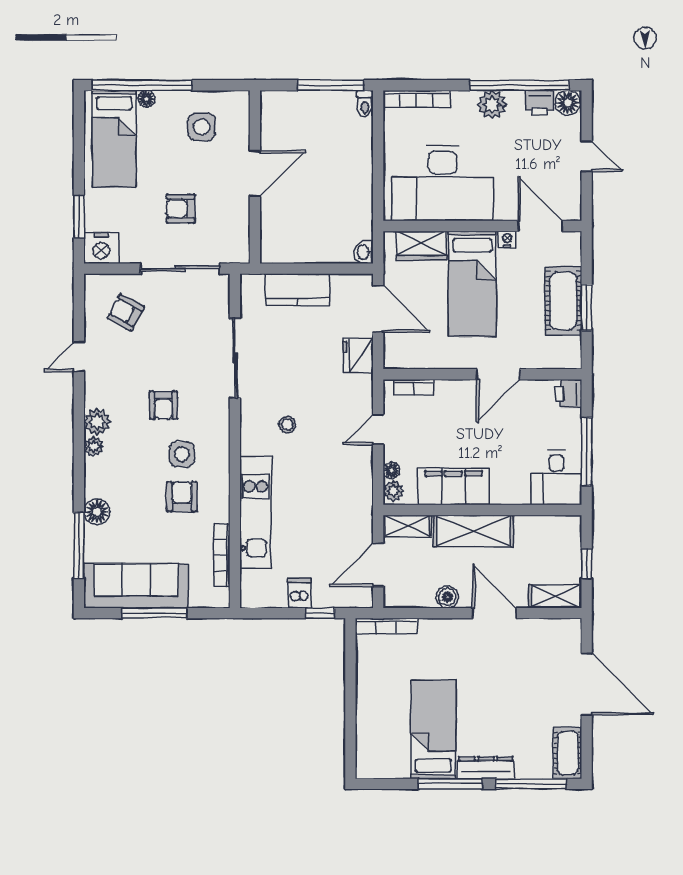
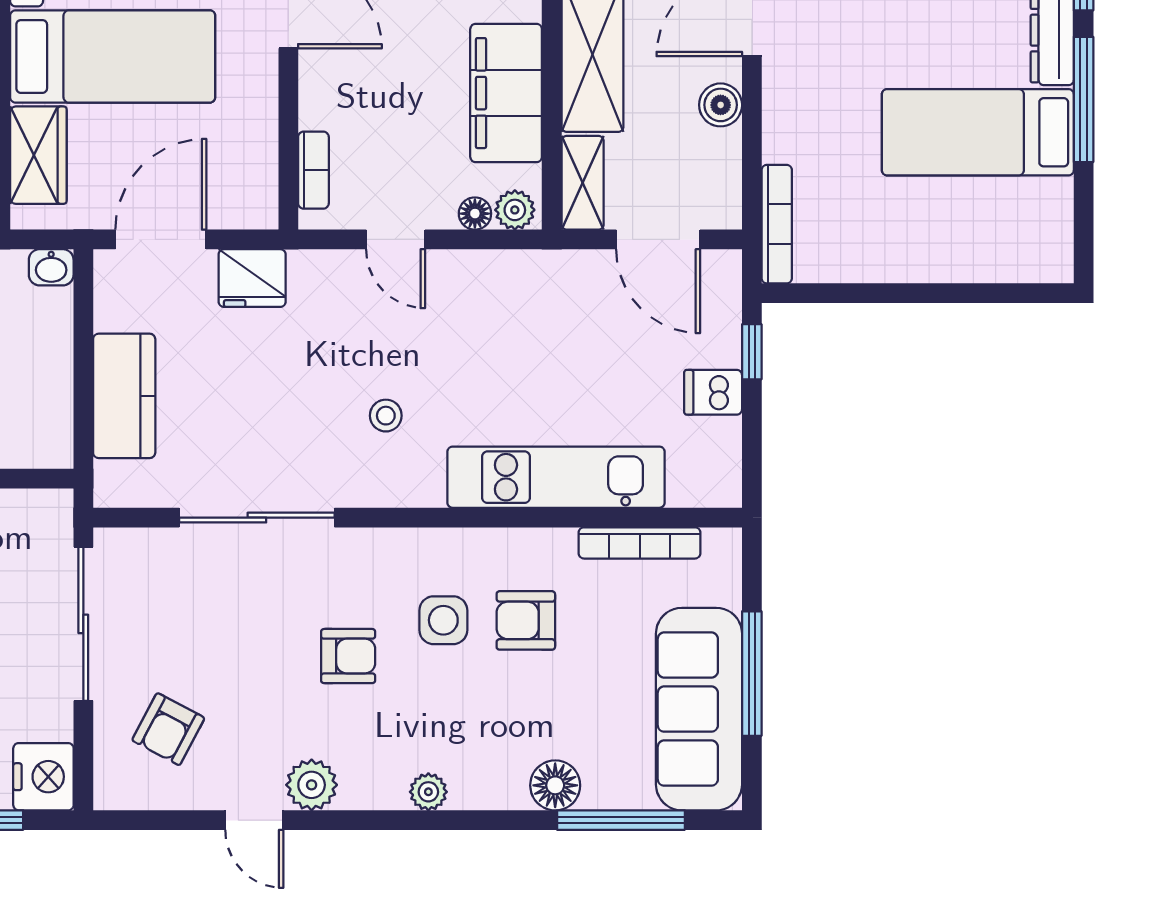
plant: (97, 422) -> (312, 785), moved

